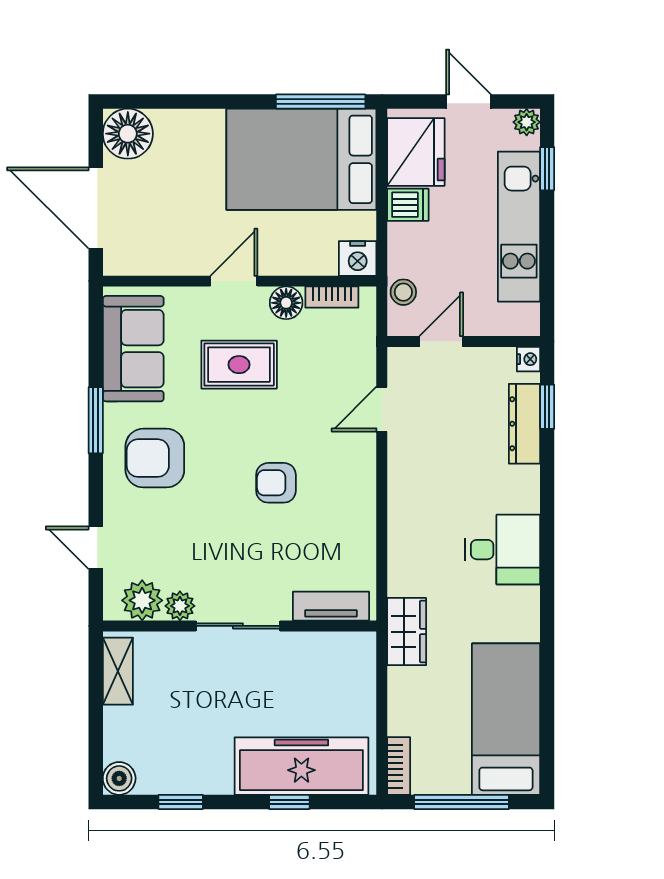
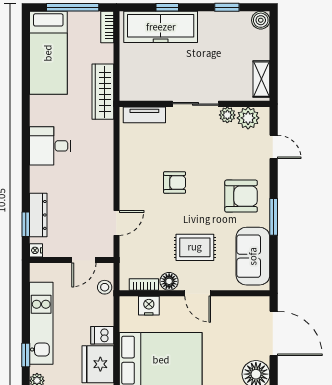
nightstand: (358, 258) -> (149, 306), moved
door: (234, 281) -> (198, 293), hinge flipped
wardrobe: (407, 632) -> (103, 92), width x1.50

